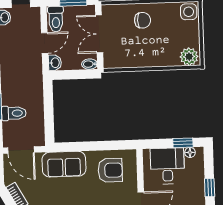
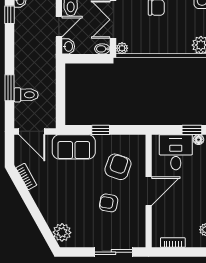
plant: (109, 63) -> (122, 48), added
window: (91, 146) -> (101, 130), added
armchair: (110, 170) -> (118, 167), moved, turned -71

